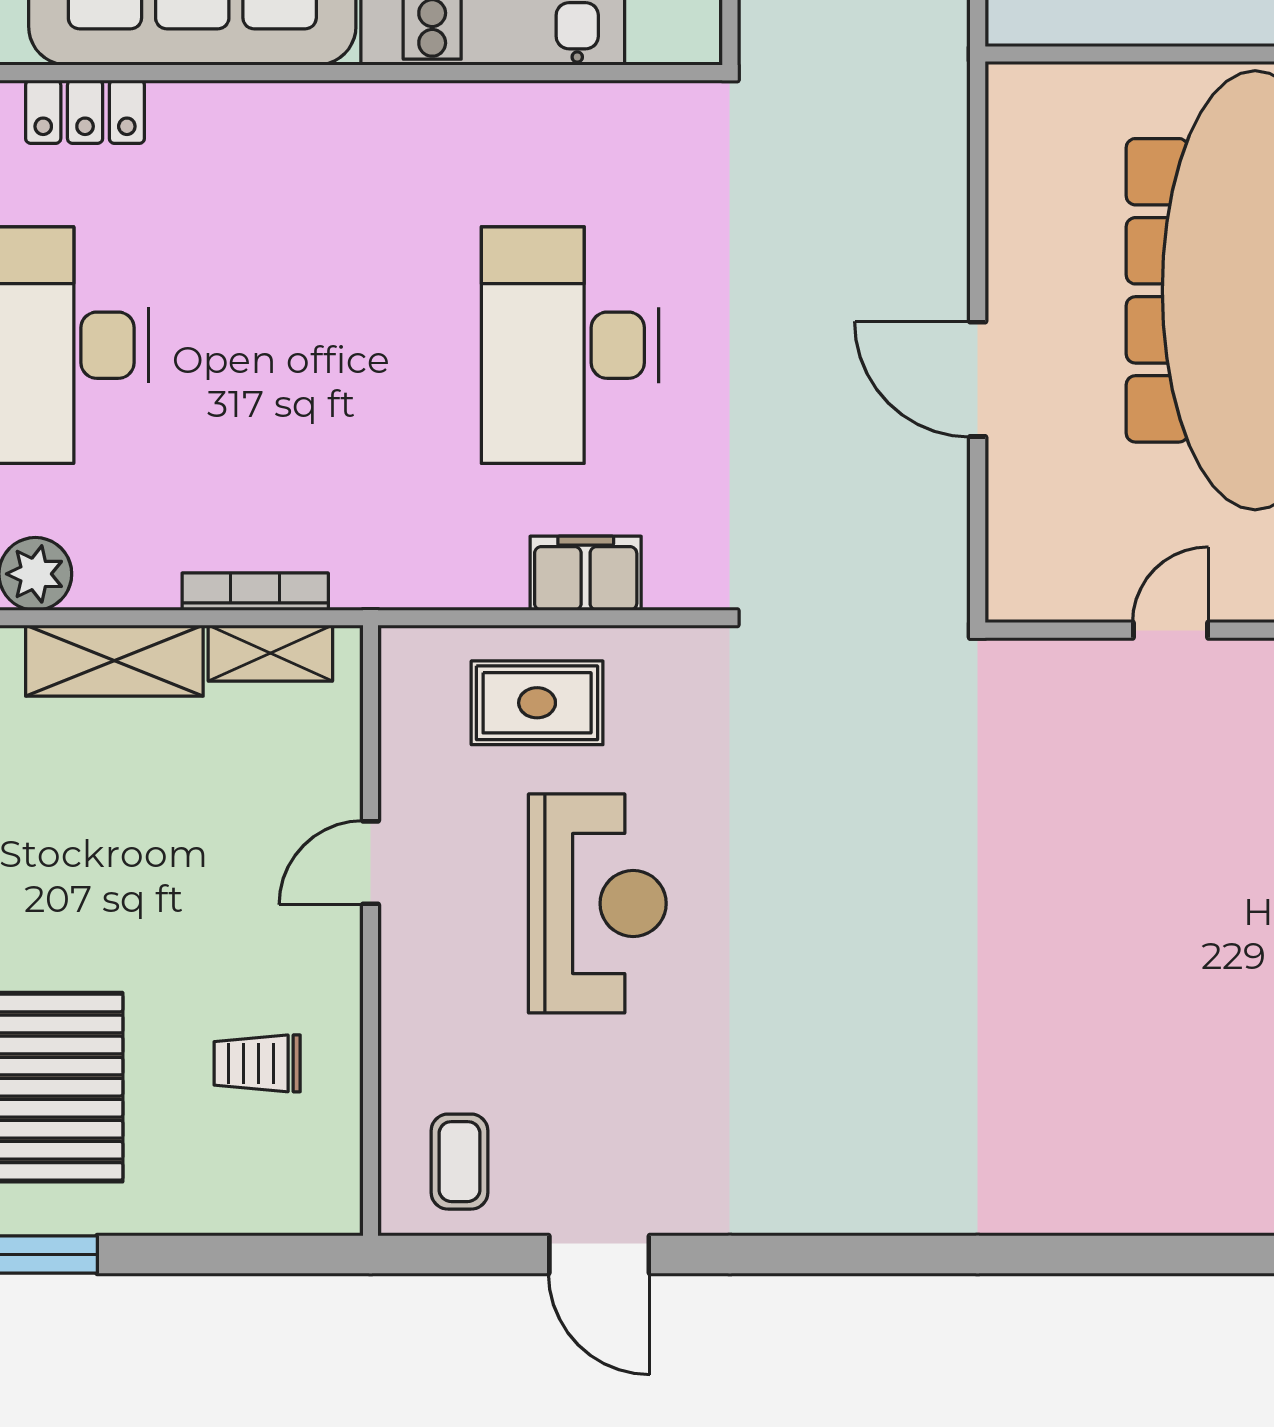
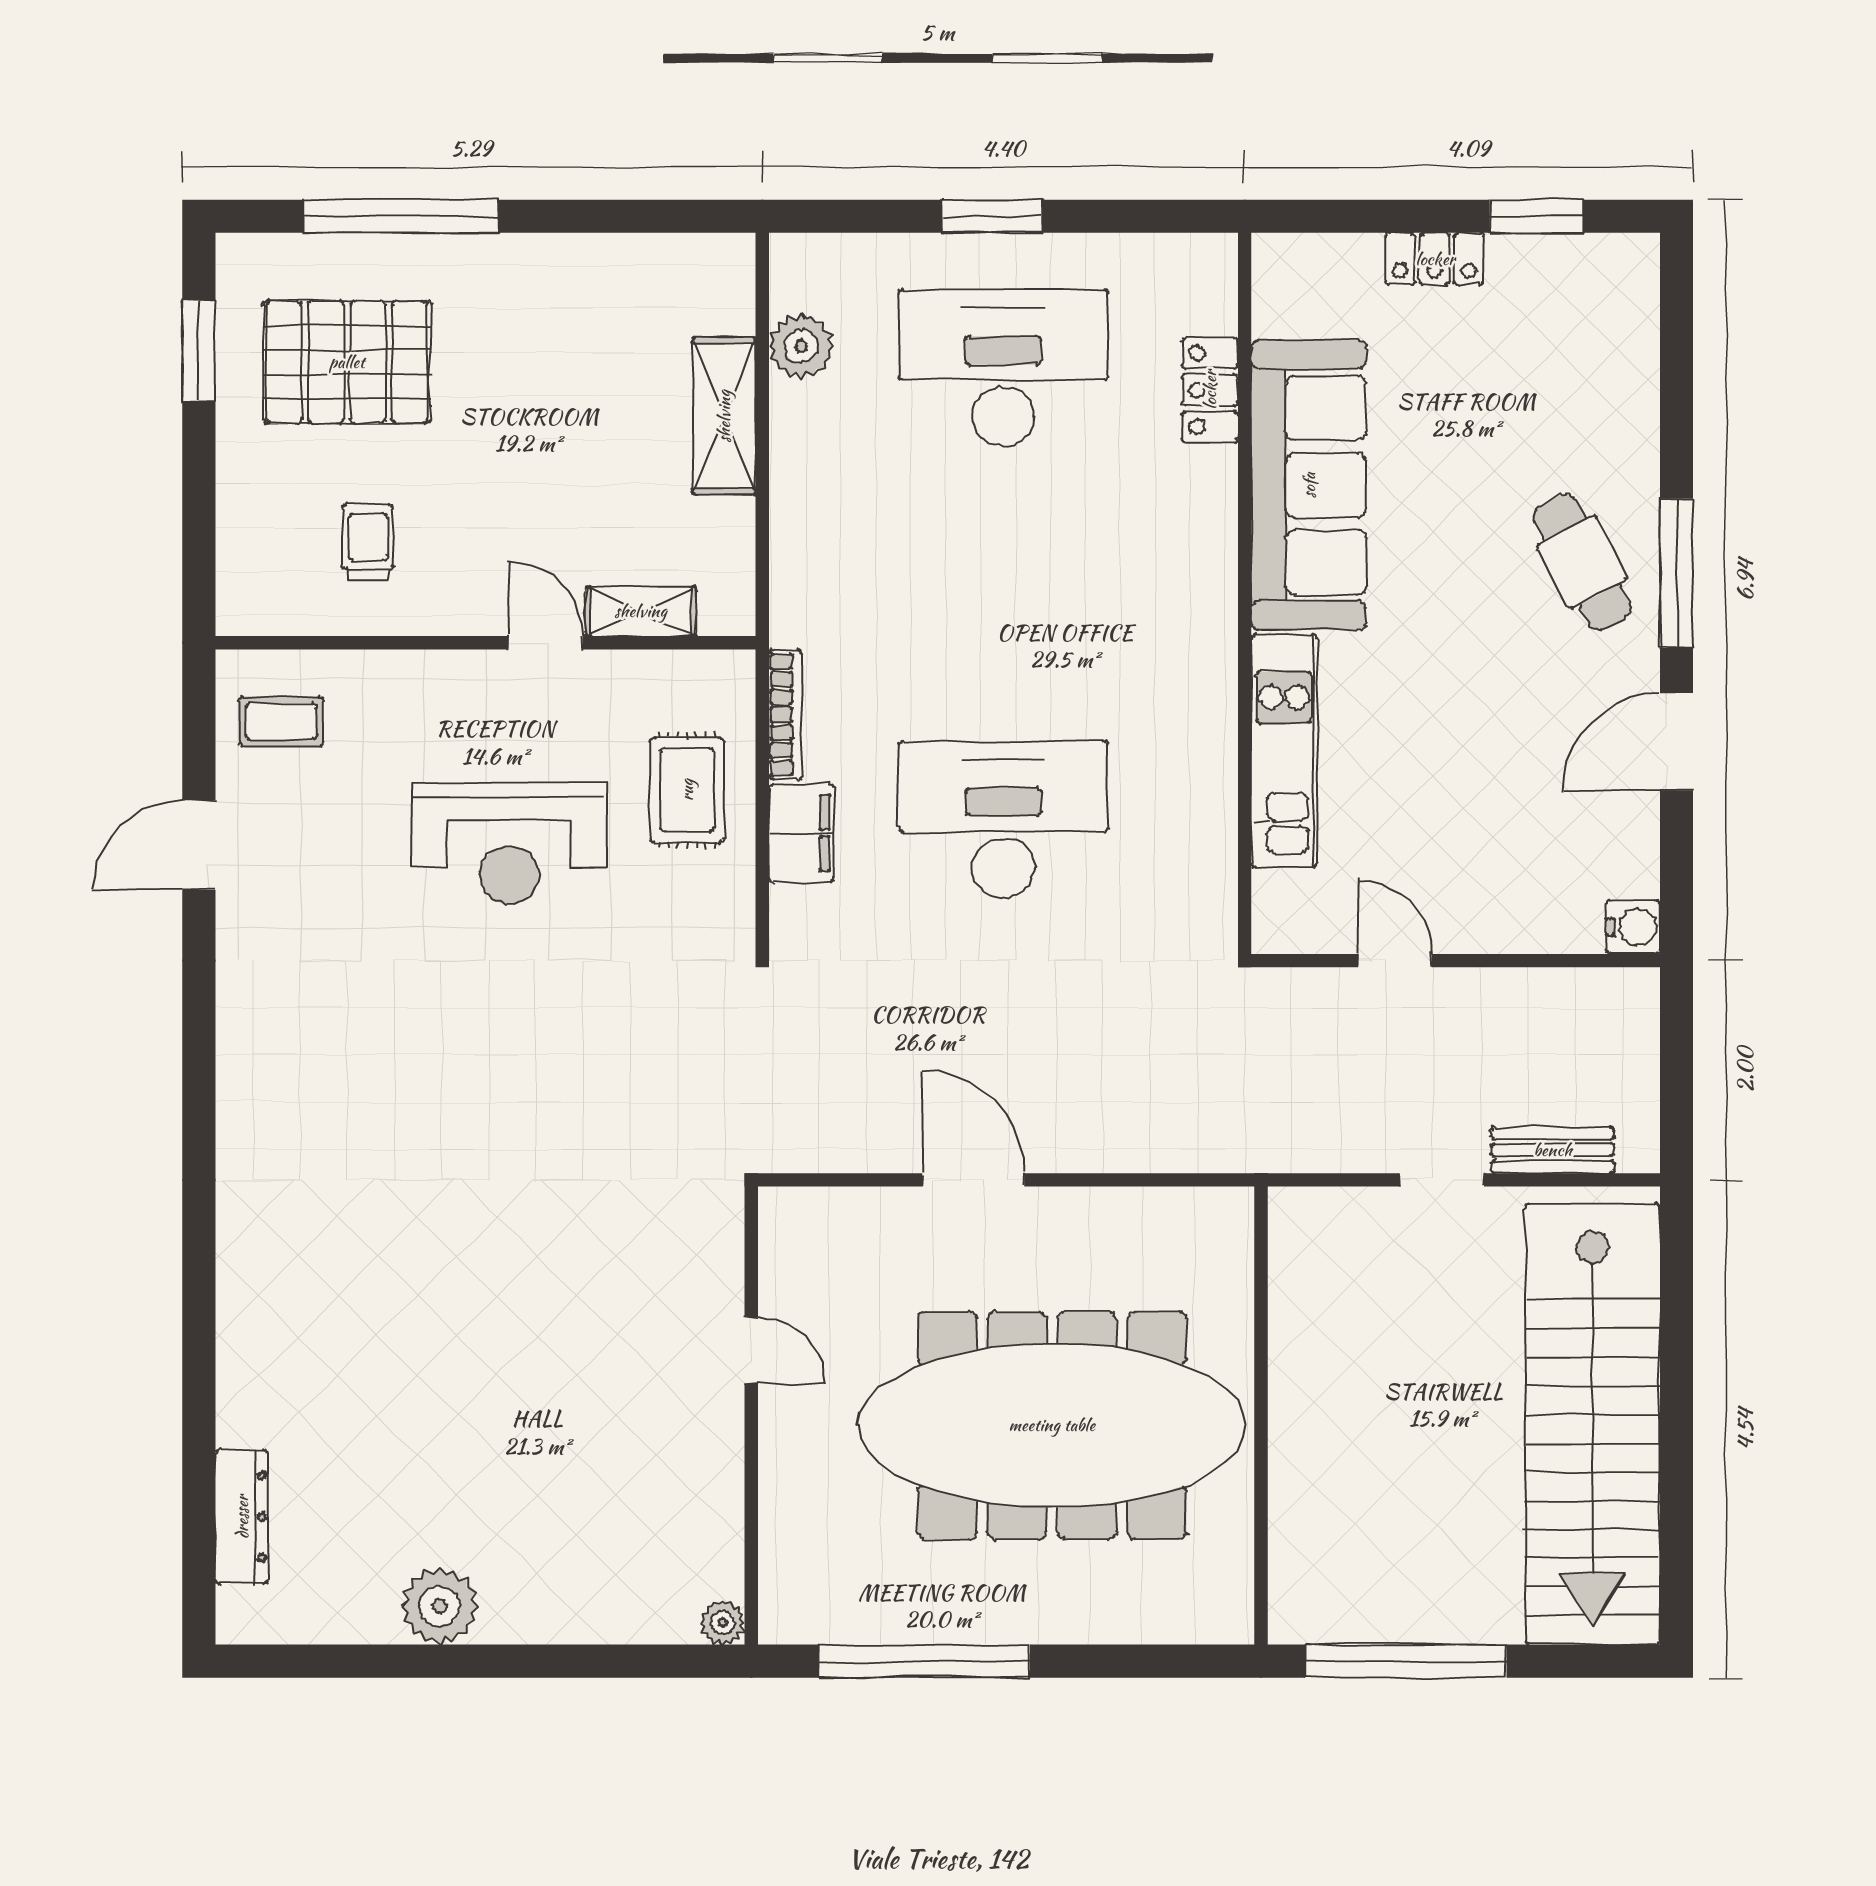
door: (978, 379) -> (973, 1180), hinge flipped
bookcase: (255, 592) -> (785, 715), moved
shelving: (270, 653) -> (641, 611), moved, turned 90

